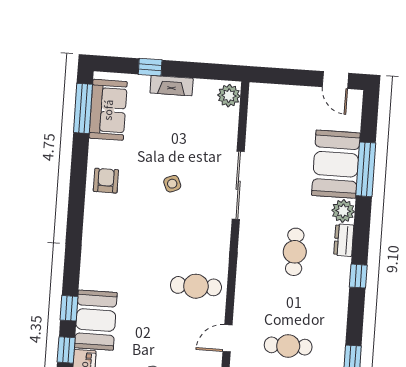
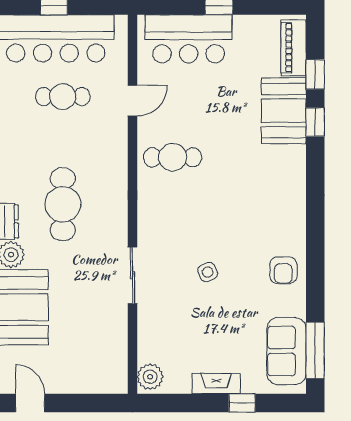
sliding door: (238, 185) -> (132, 275), width x0.73
cafe table: (295, 252) -> (63, 204), width x1.37, depth x1.35

